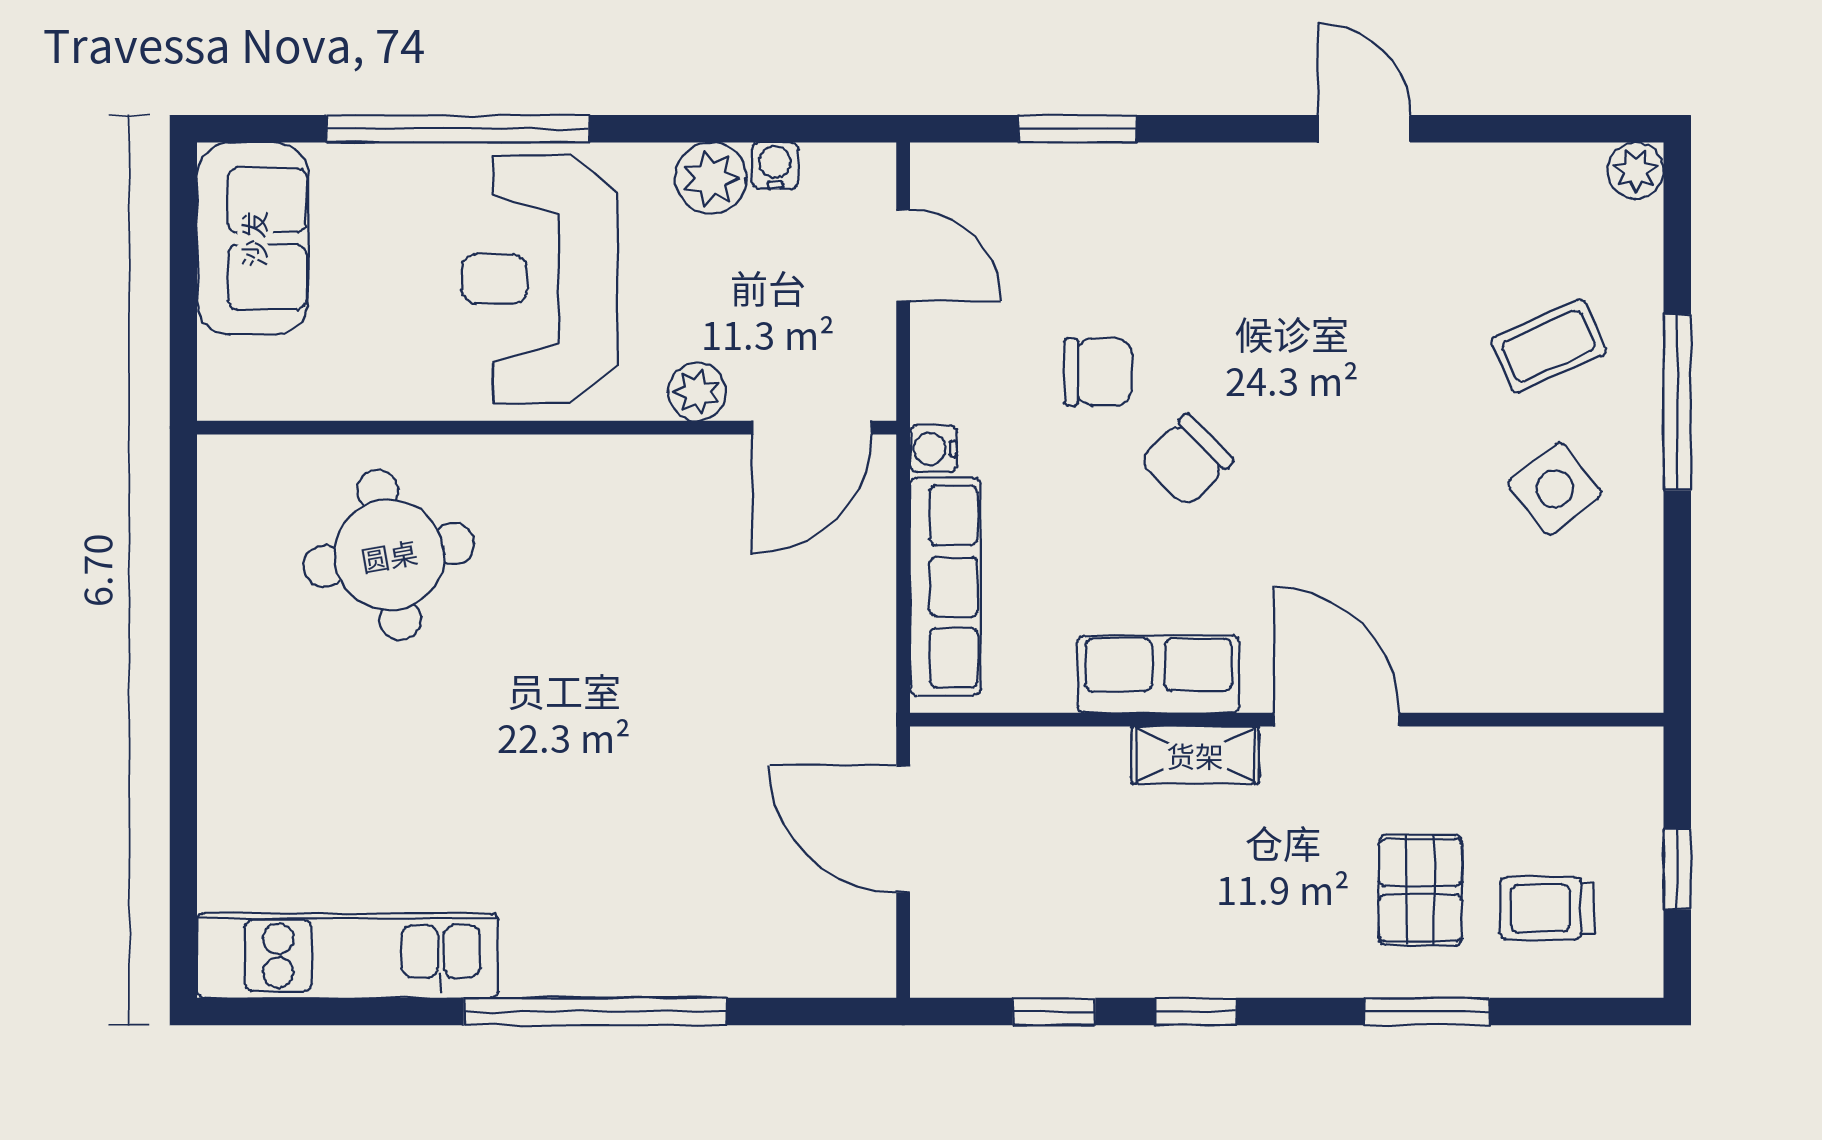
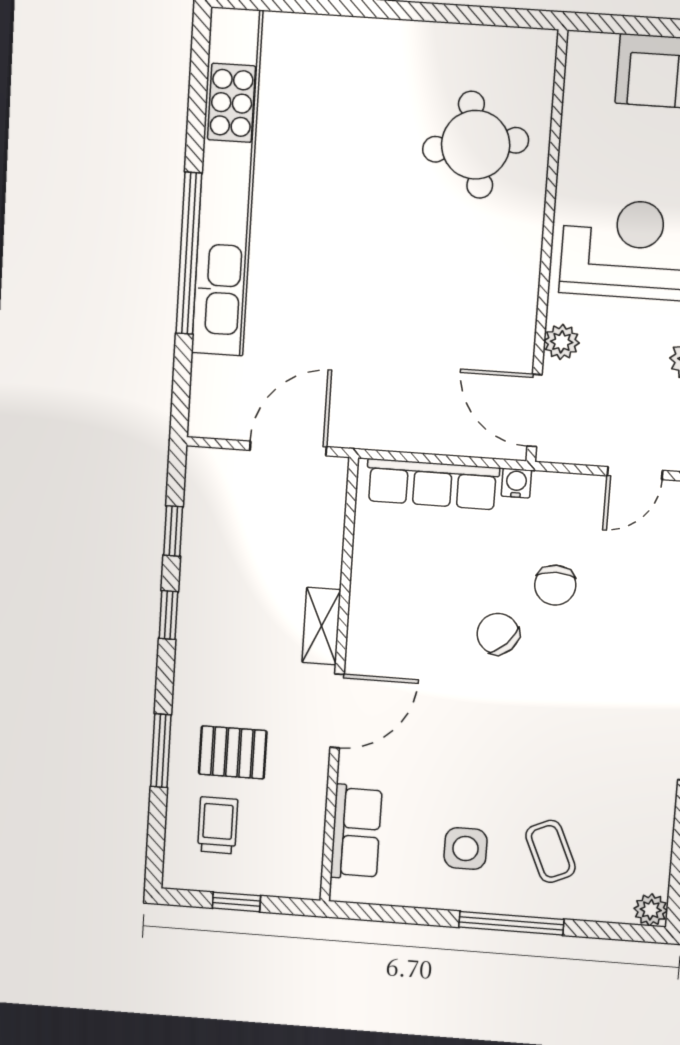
side table: (1555, 489) -> (465, 849), turned 38
row of seats: (1158, 674) -> (356, 832), moved
kitchen unit: (347, 956) -> (227, 183), width x1.86

